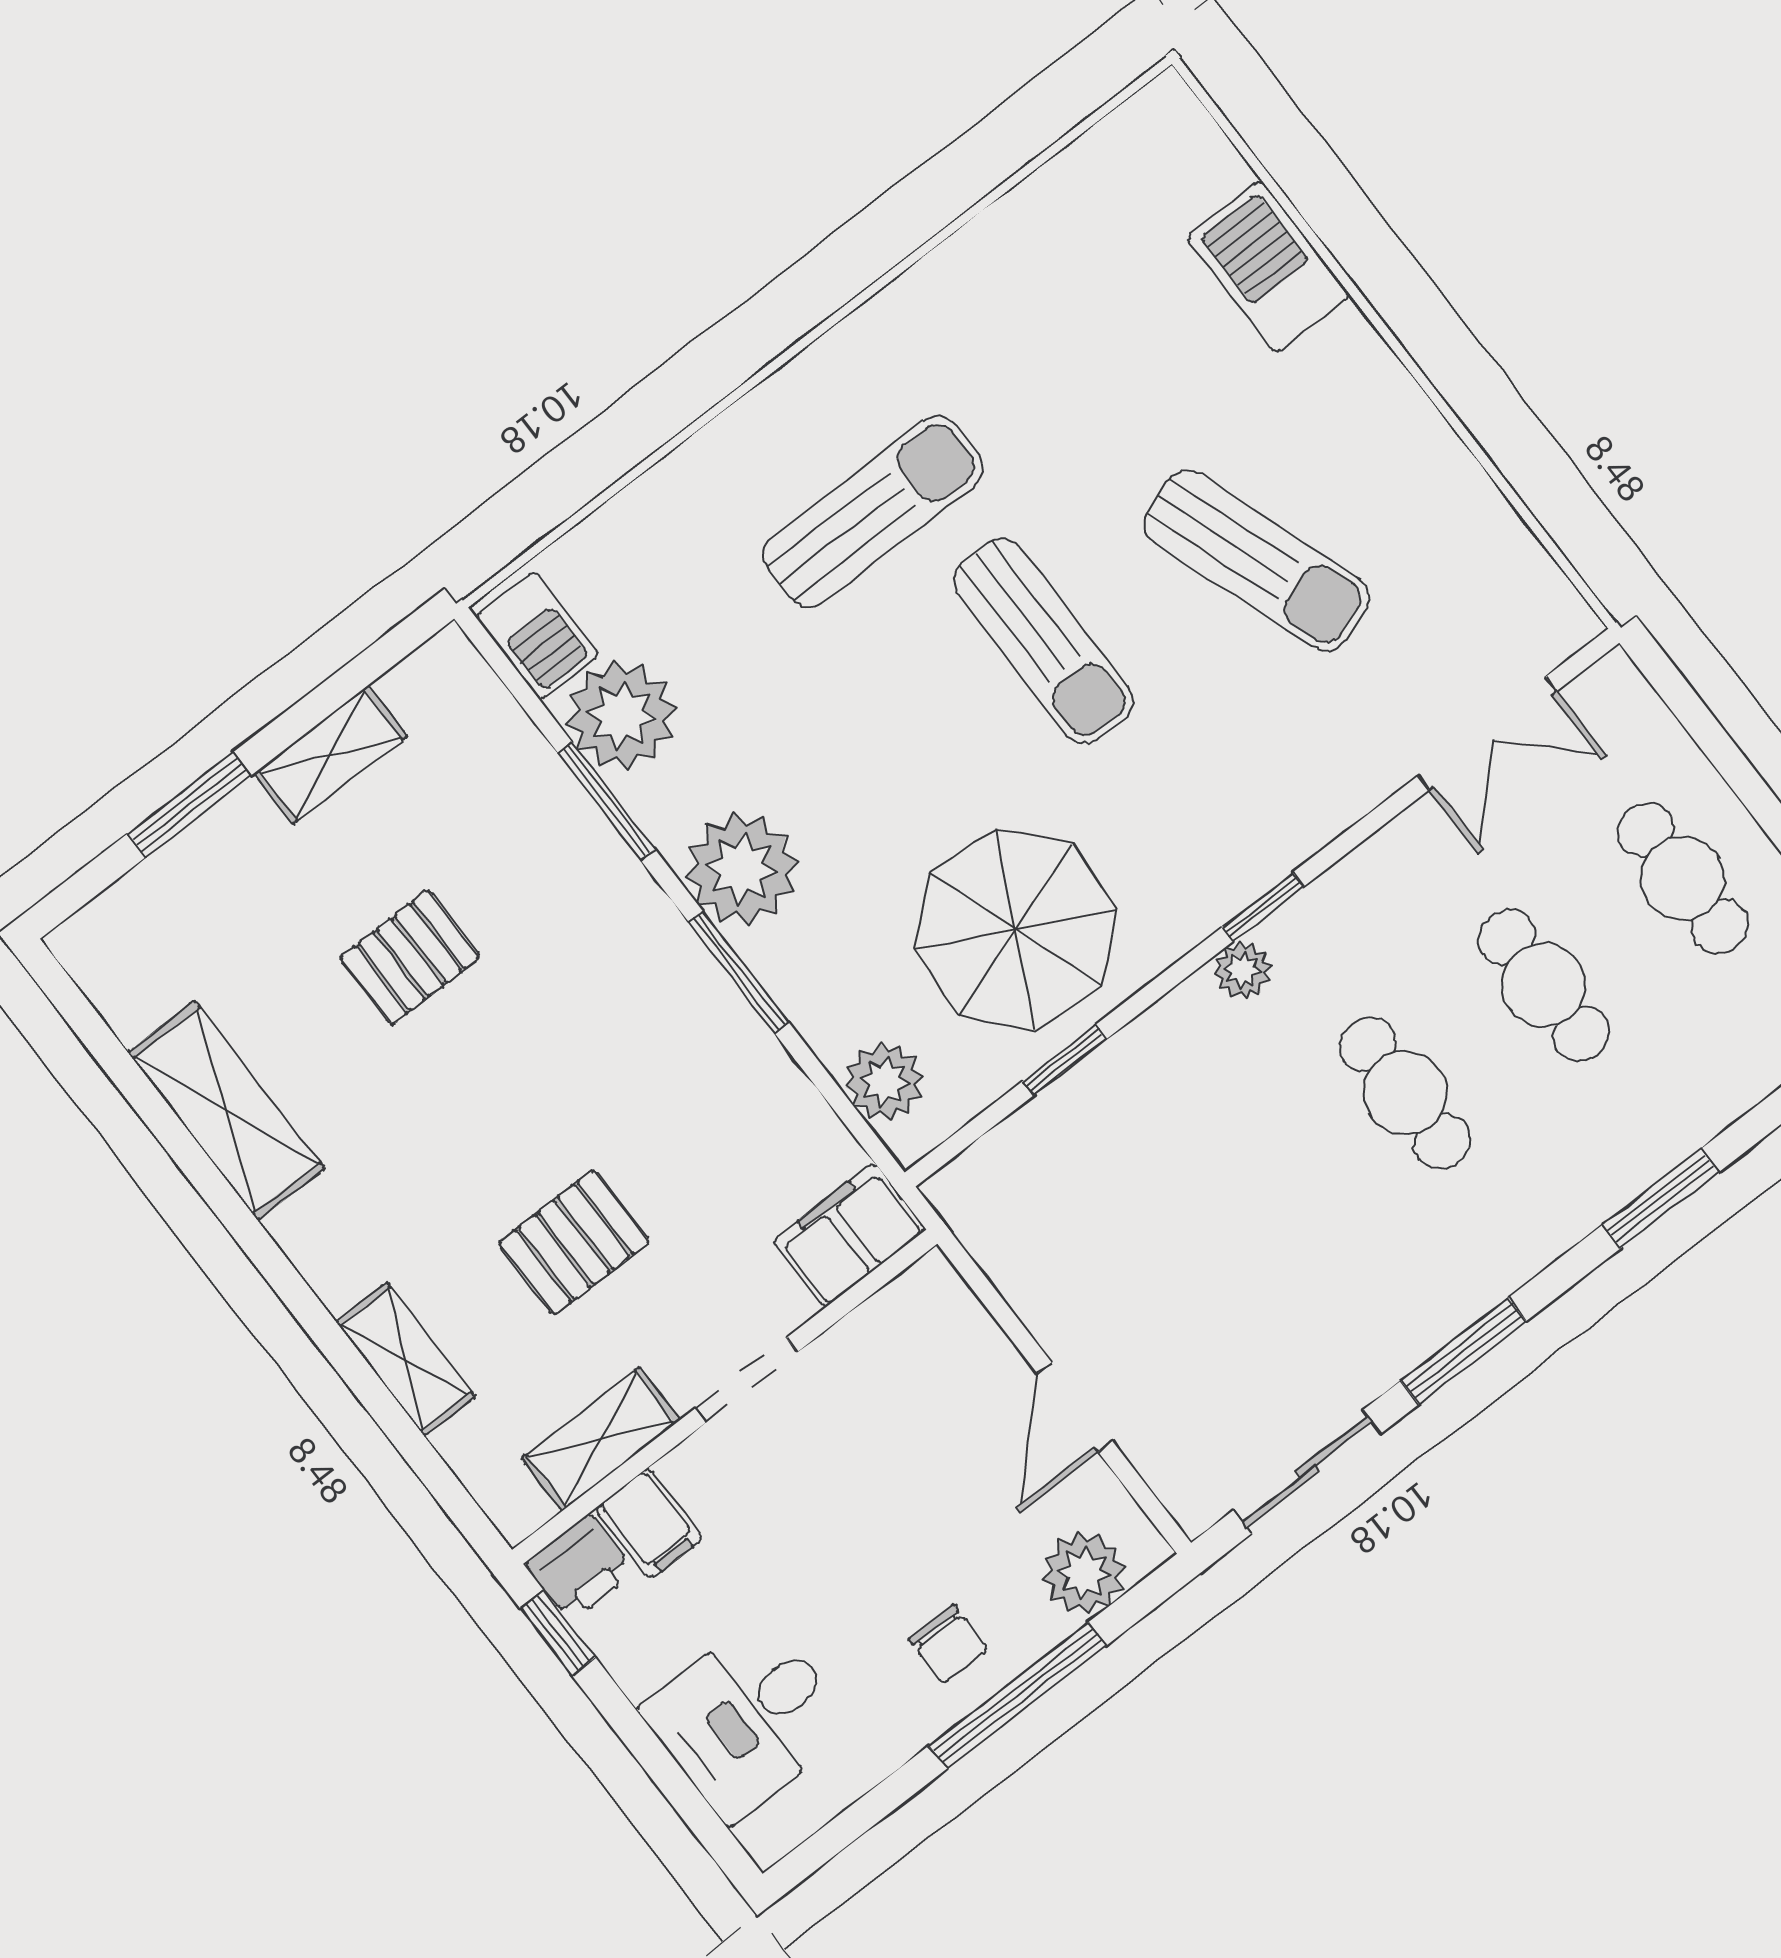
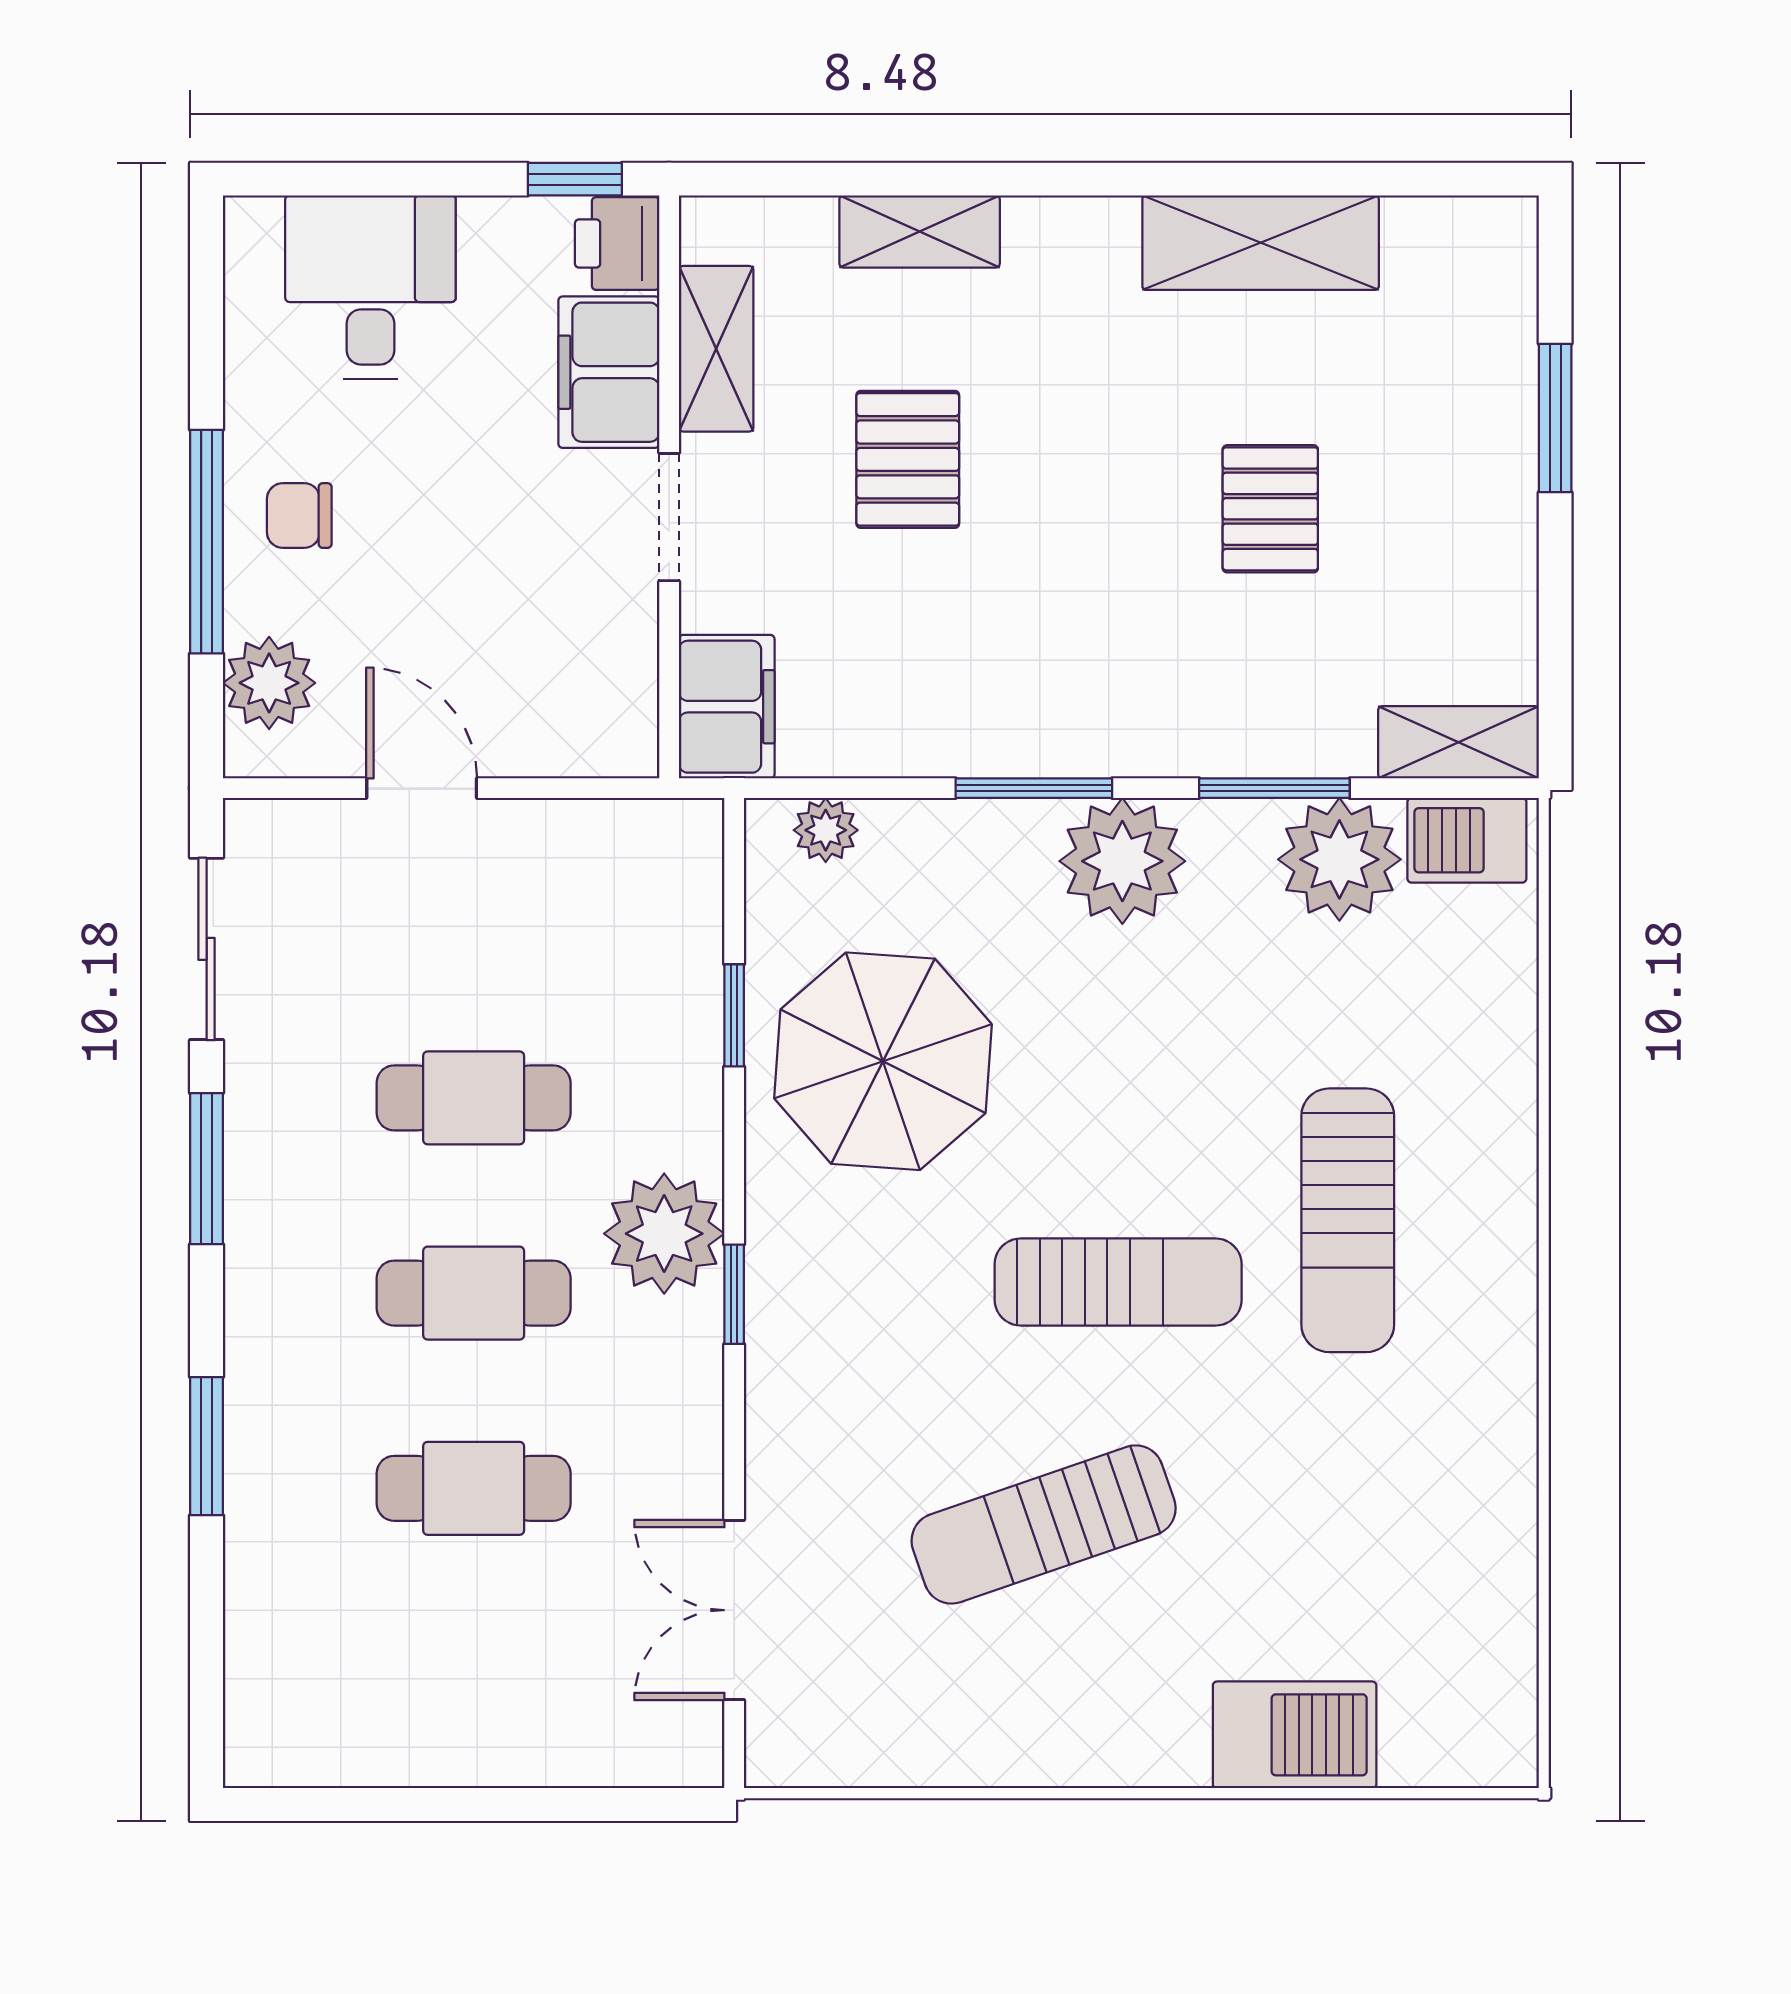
sun lounger: (1043, 641) -> (1118, 1282), turned 180
shelving: (331, 755) -> (1458, 742), moved, turned 90
cafe table: (1683, 878) -> (474, 1098), moved
plant: (1243, 970) -> (664, 1234), width x1.87, depth x1.87
plant: (885, 1082) -> (826, 830), width x0.73, depth x0.73
filing cabinet: (649, 1523) -> (609, 372), width x2.00

